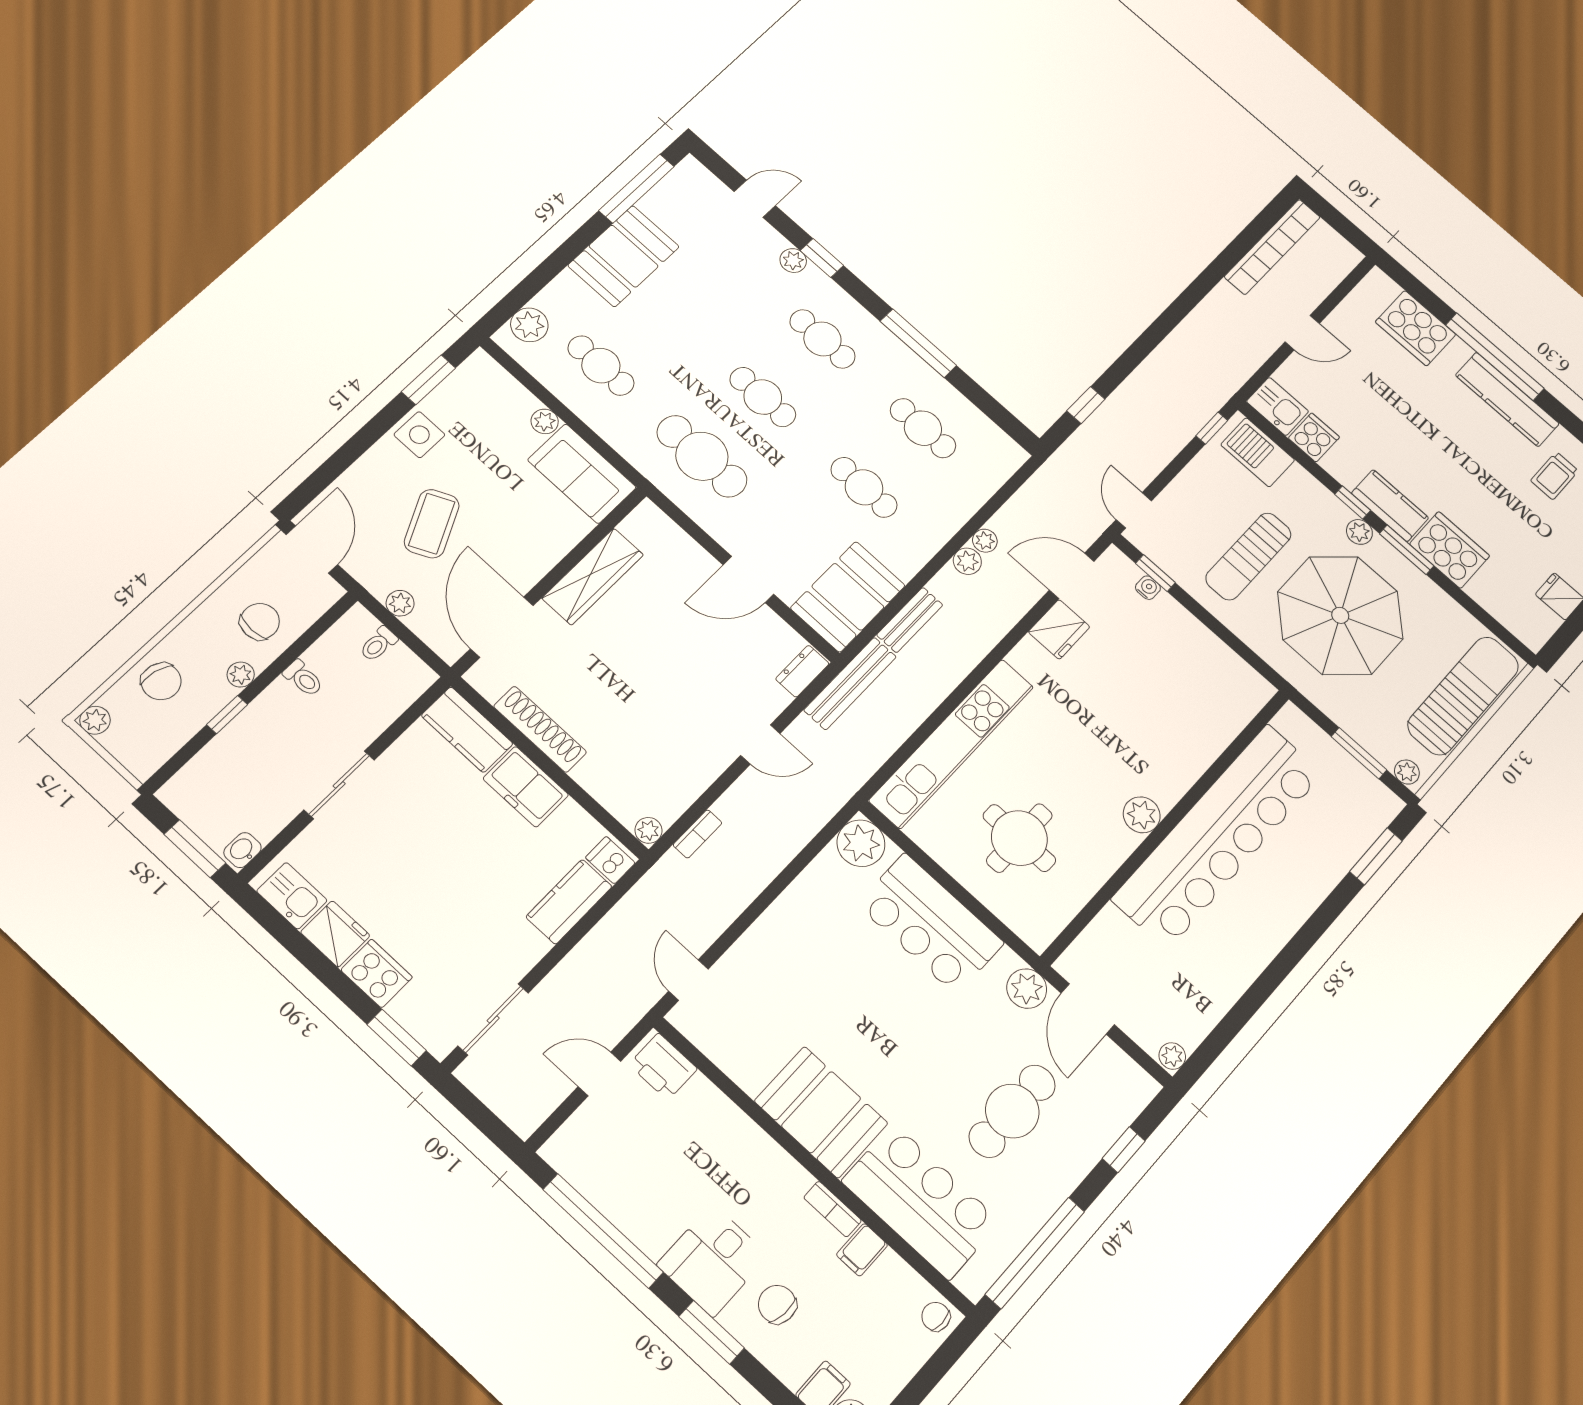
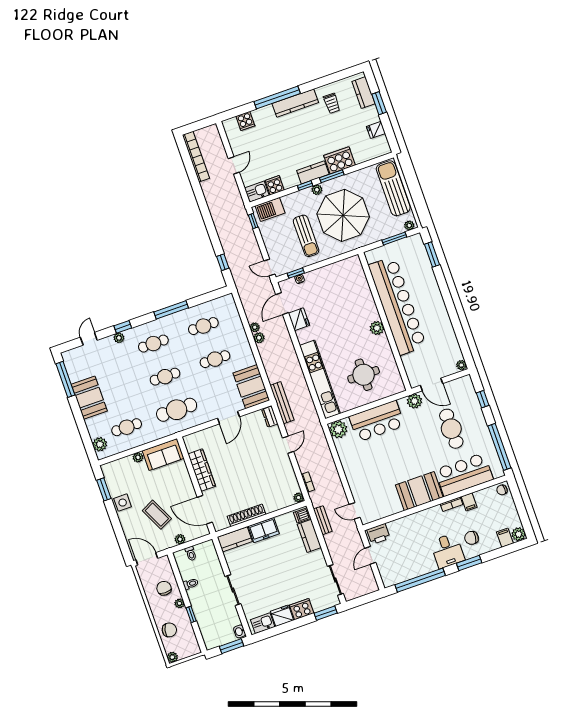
cooker: (1416, 328) -> (245, 121), width x0.53, depth x0.76
bench: (910, 620) -> (323, 520), moved

